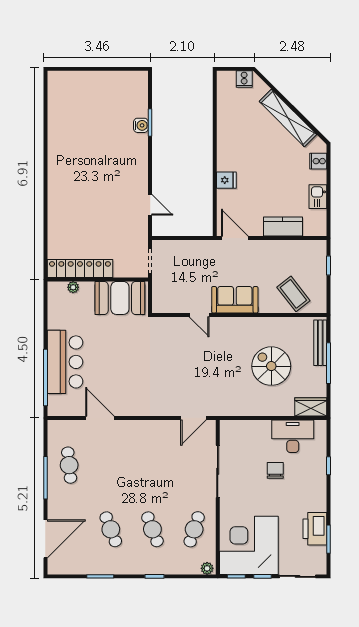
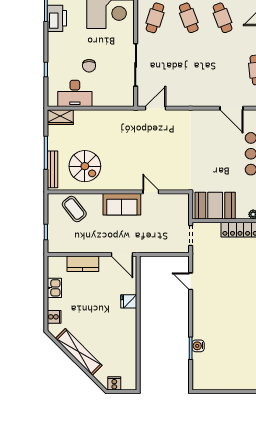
spiral stairs: (271, 366) -> (85, 166), moved

